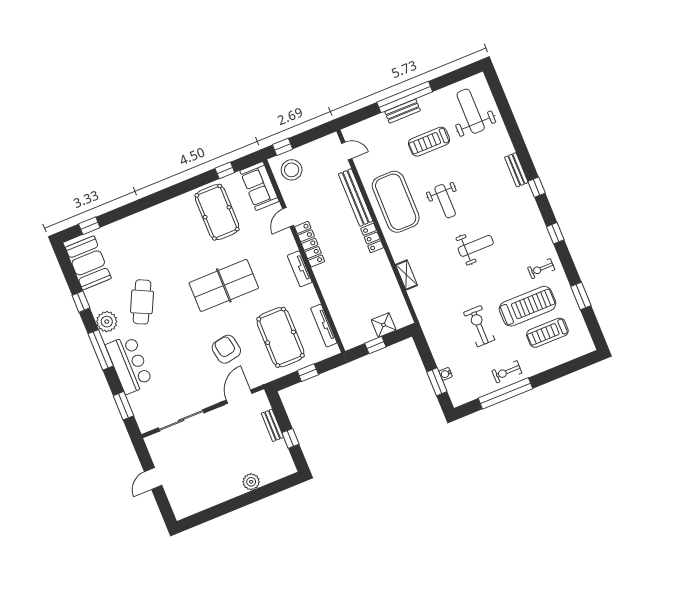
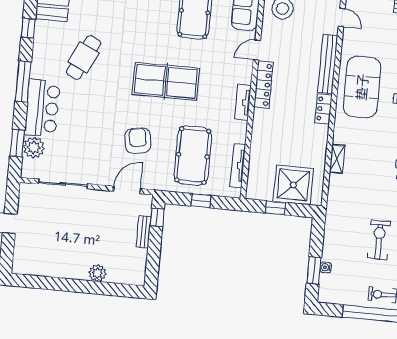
plant: (107, 322) -> (34, 147), moved
shower: (384, 325) -> (293, 185), width x1.86, depth x1.86
window: (290, 438) -> (157, 217), moved

